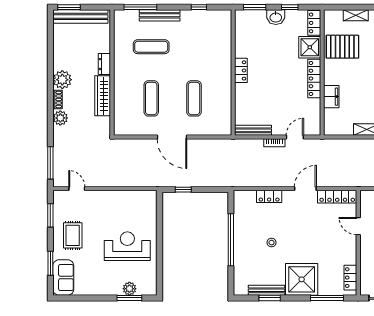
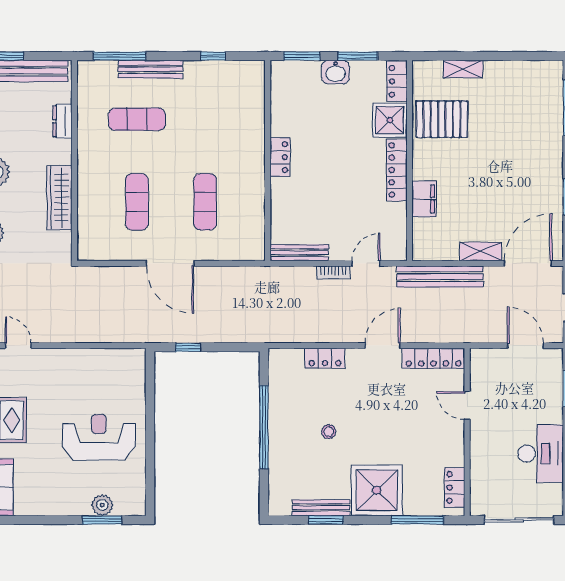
window: (290, 7) -> (358, 56), width x1.50
dresser: (104, 64) -> (62, 121), moved
bench: (341, 145) -> (440, 277), added

